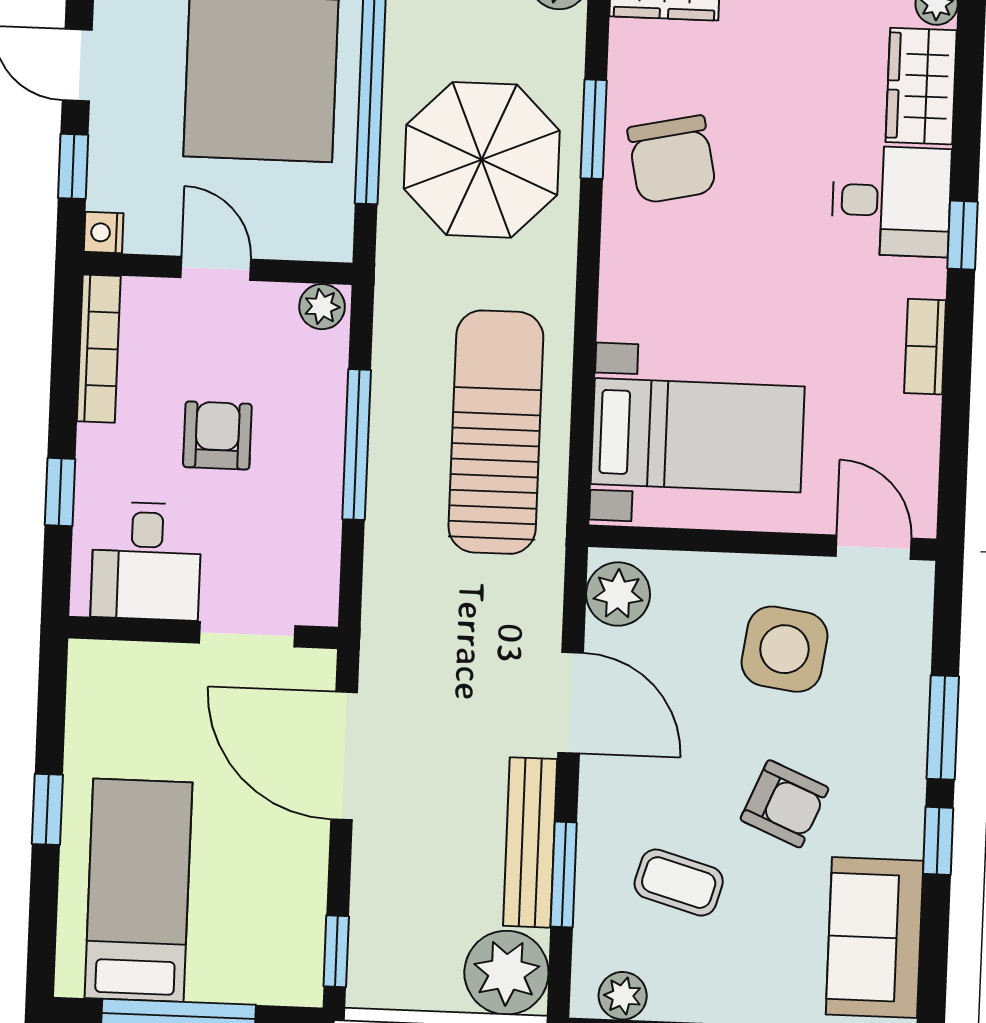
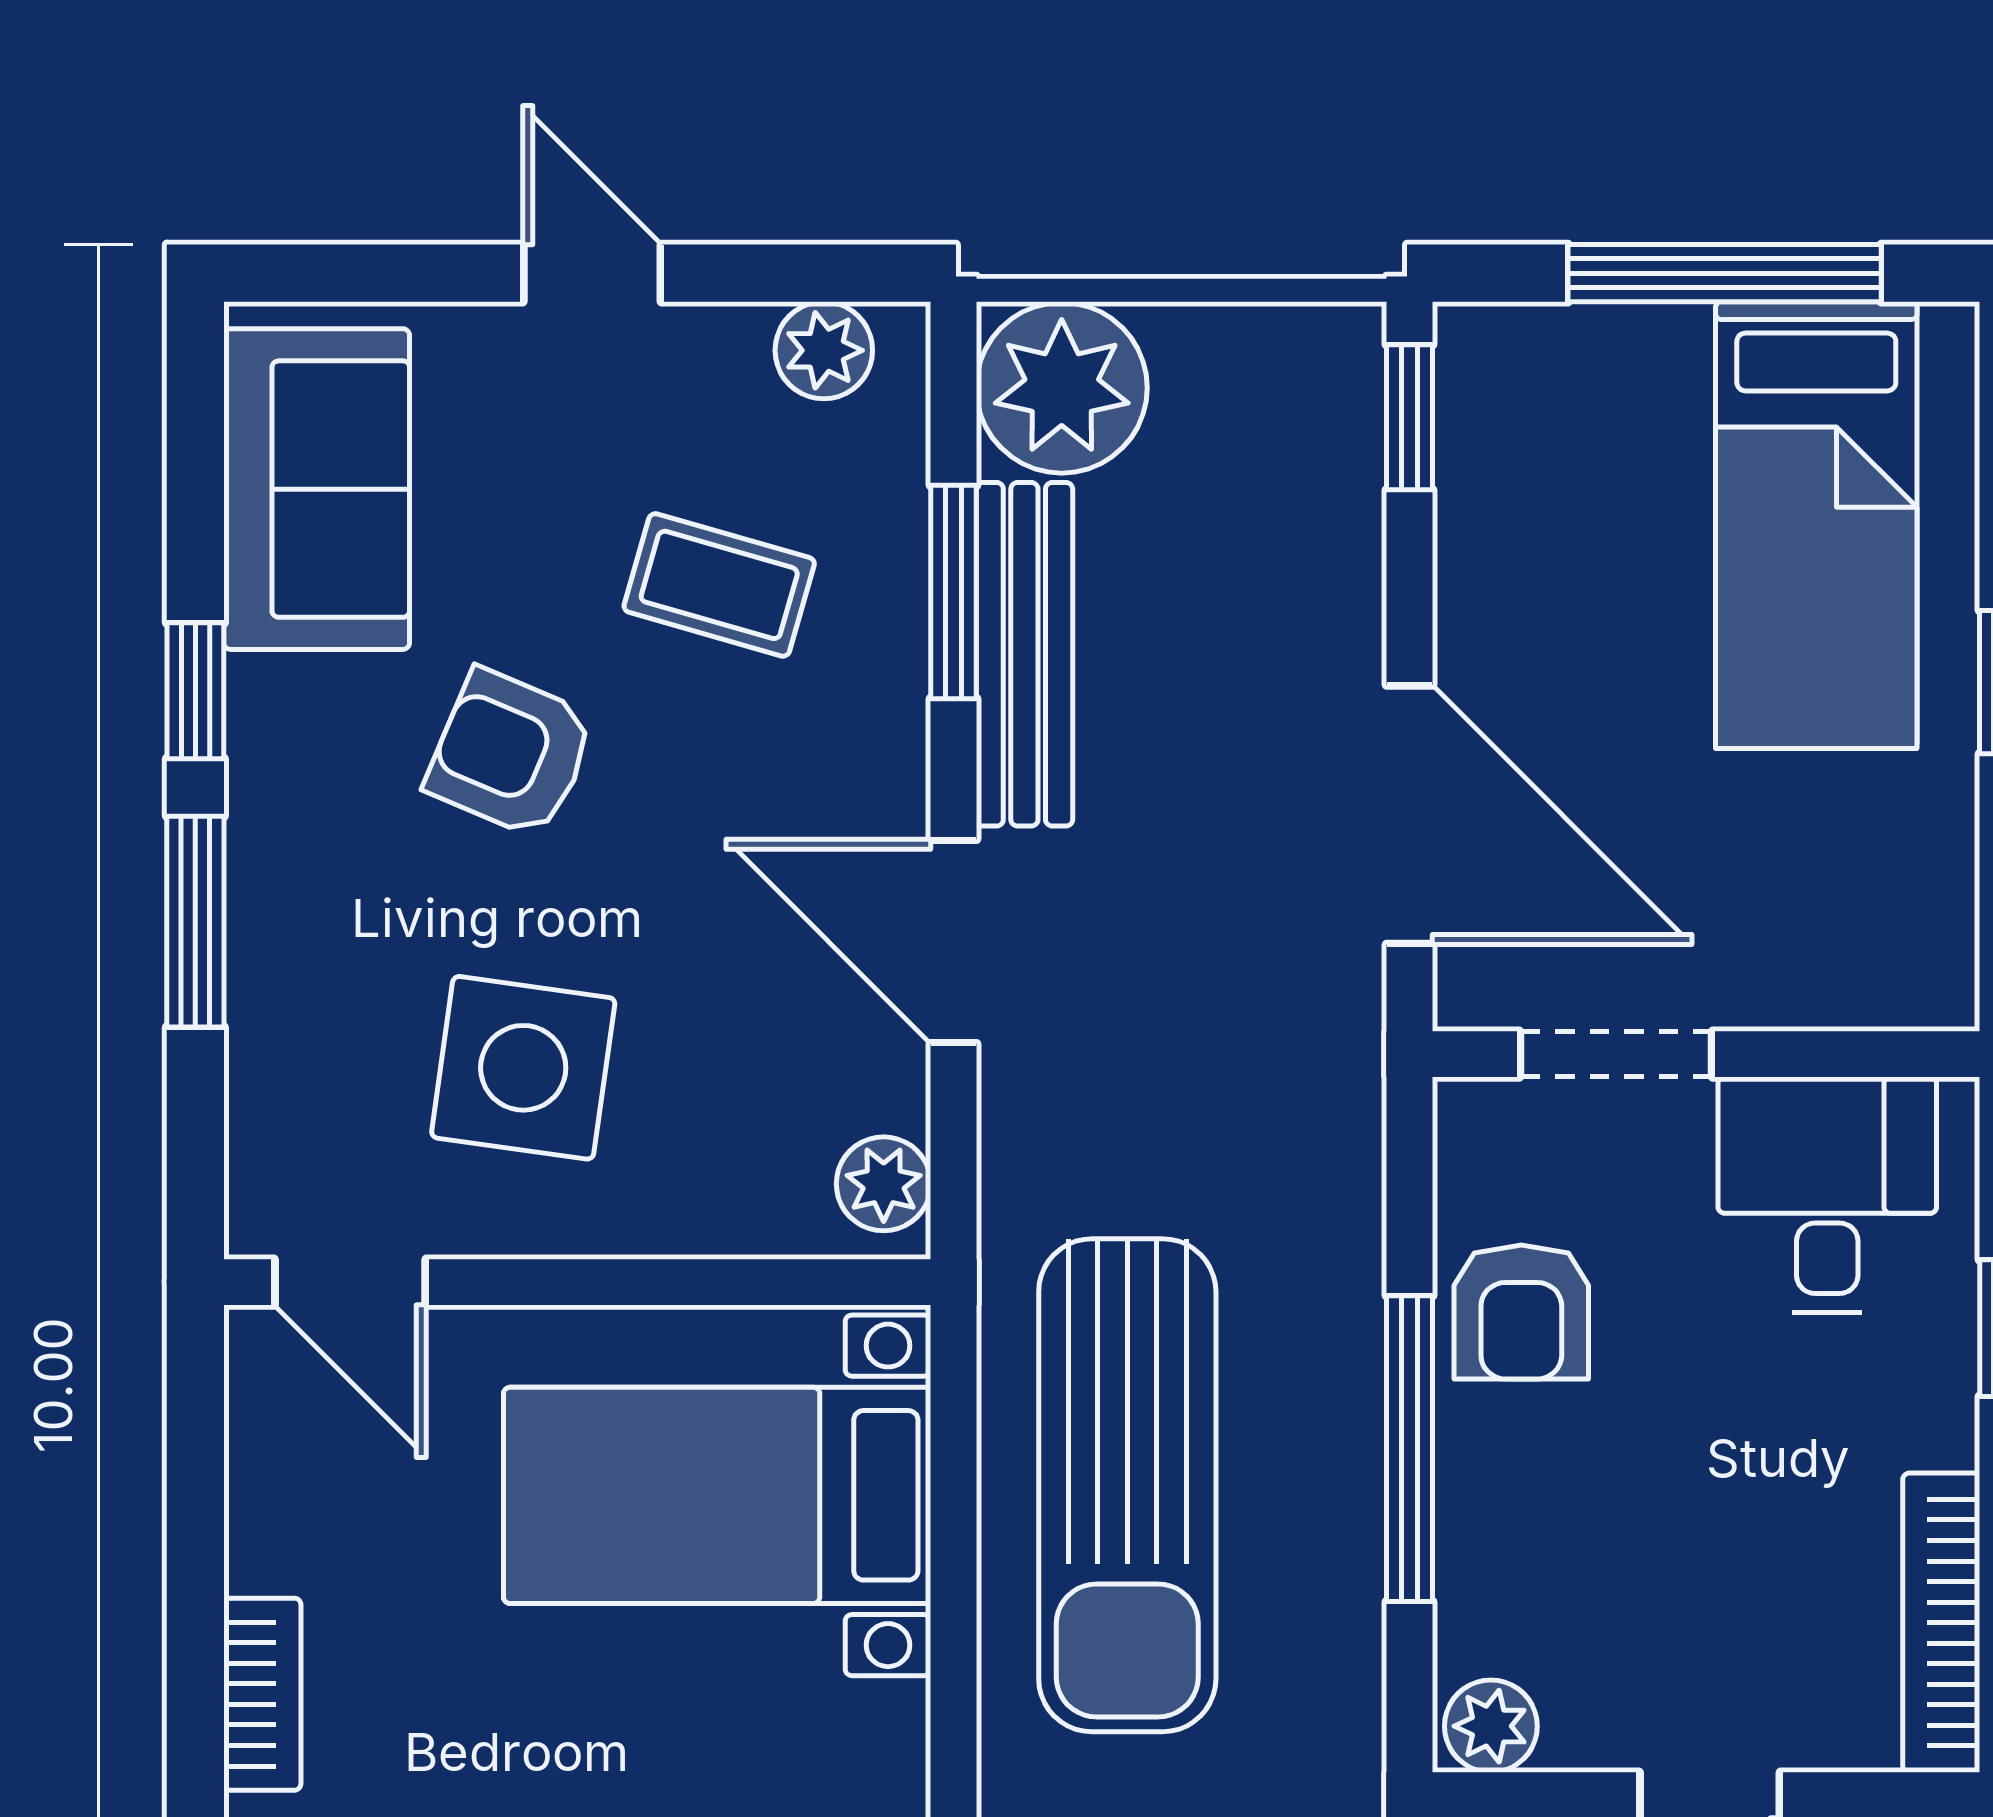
armchair: (217, 435) -> (1521, 1312), moved
plant: (618, 594) -> (884, 1184), width x0.73, depth x0.73

